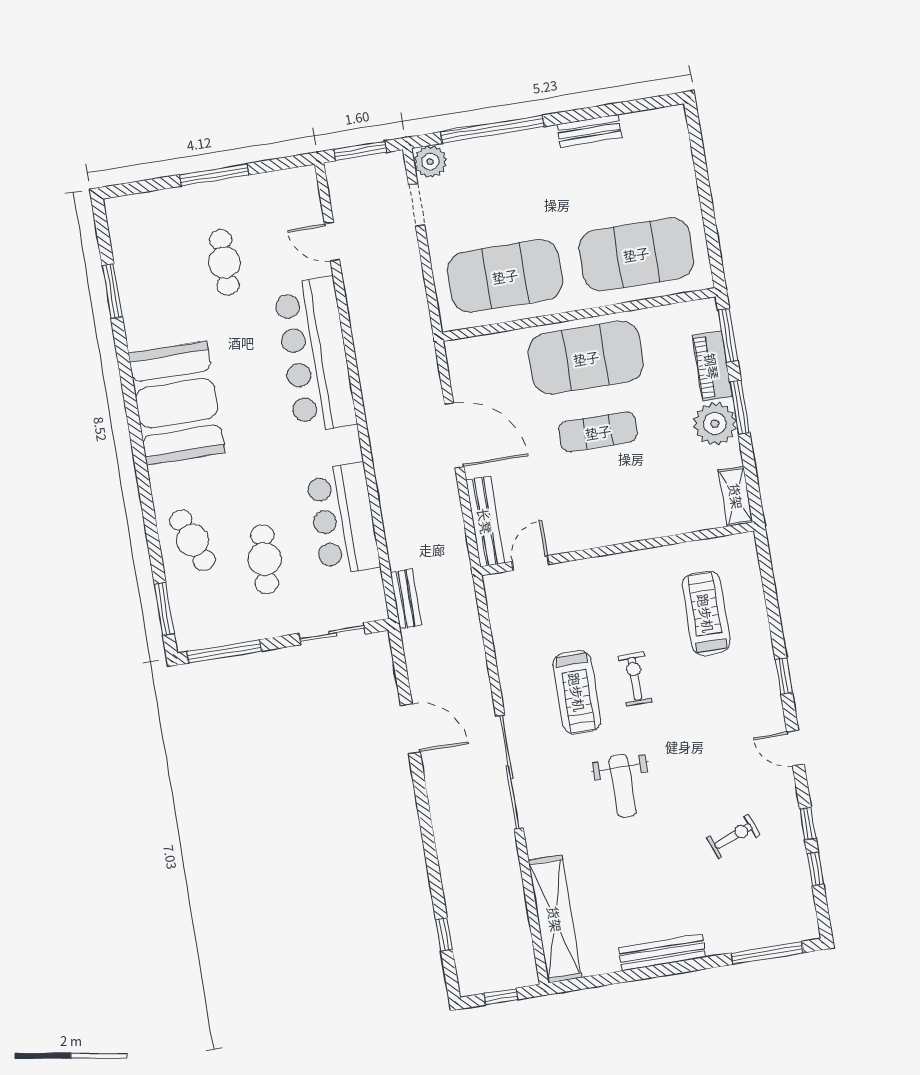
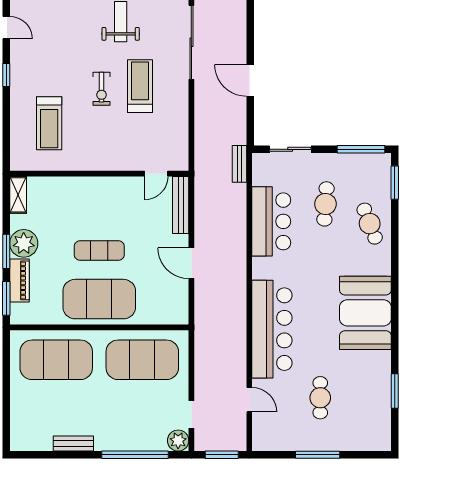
door: (454, 435) -> (191, 263), width x0.73

